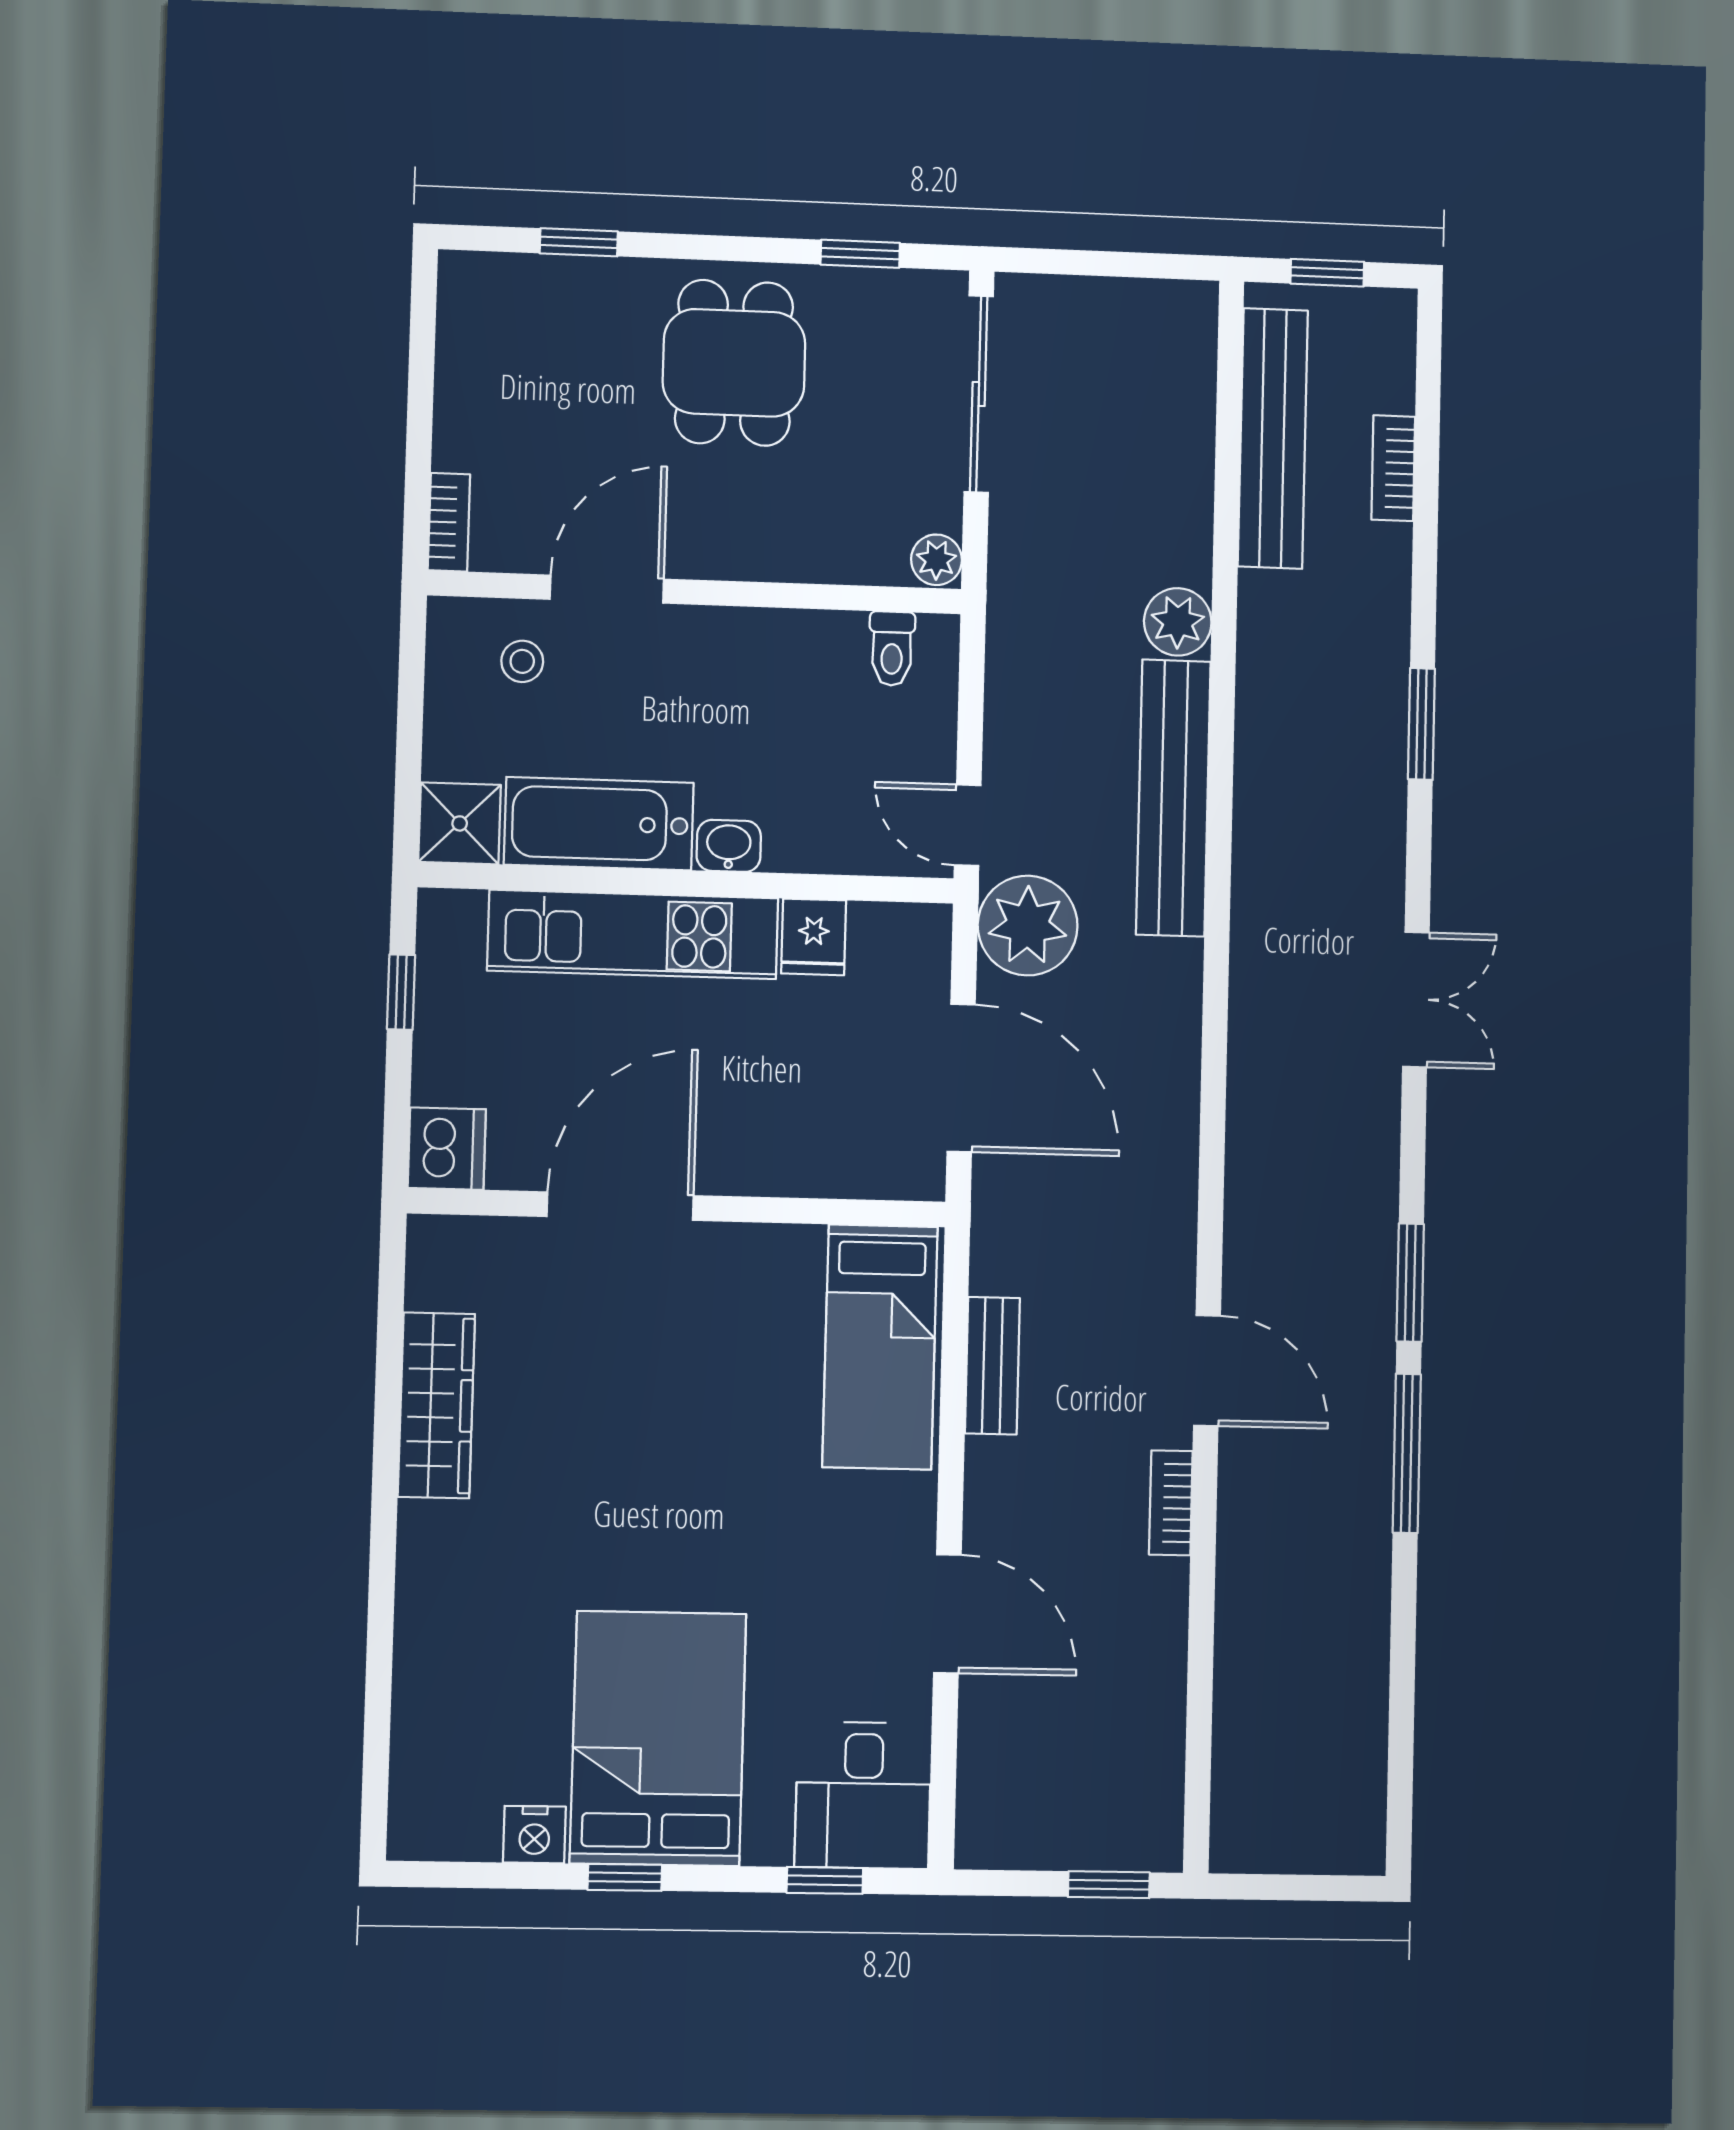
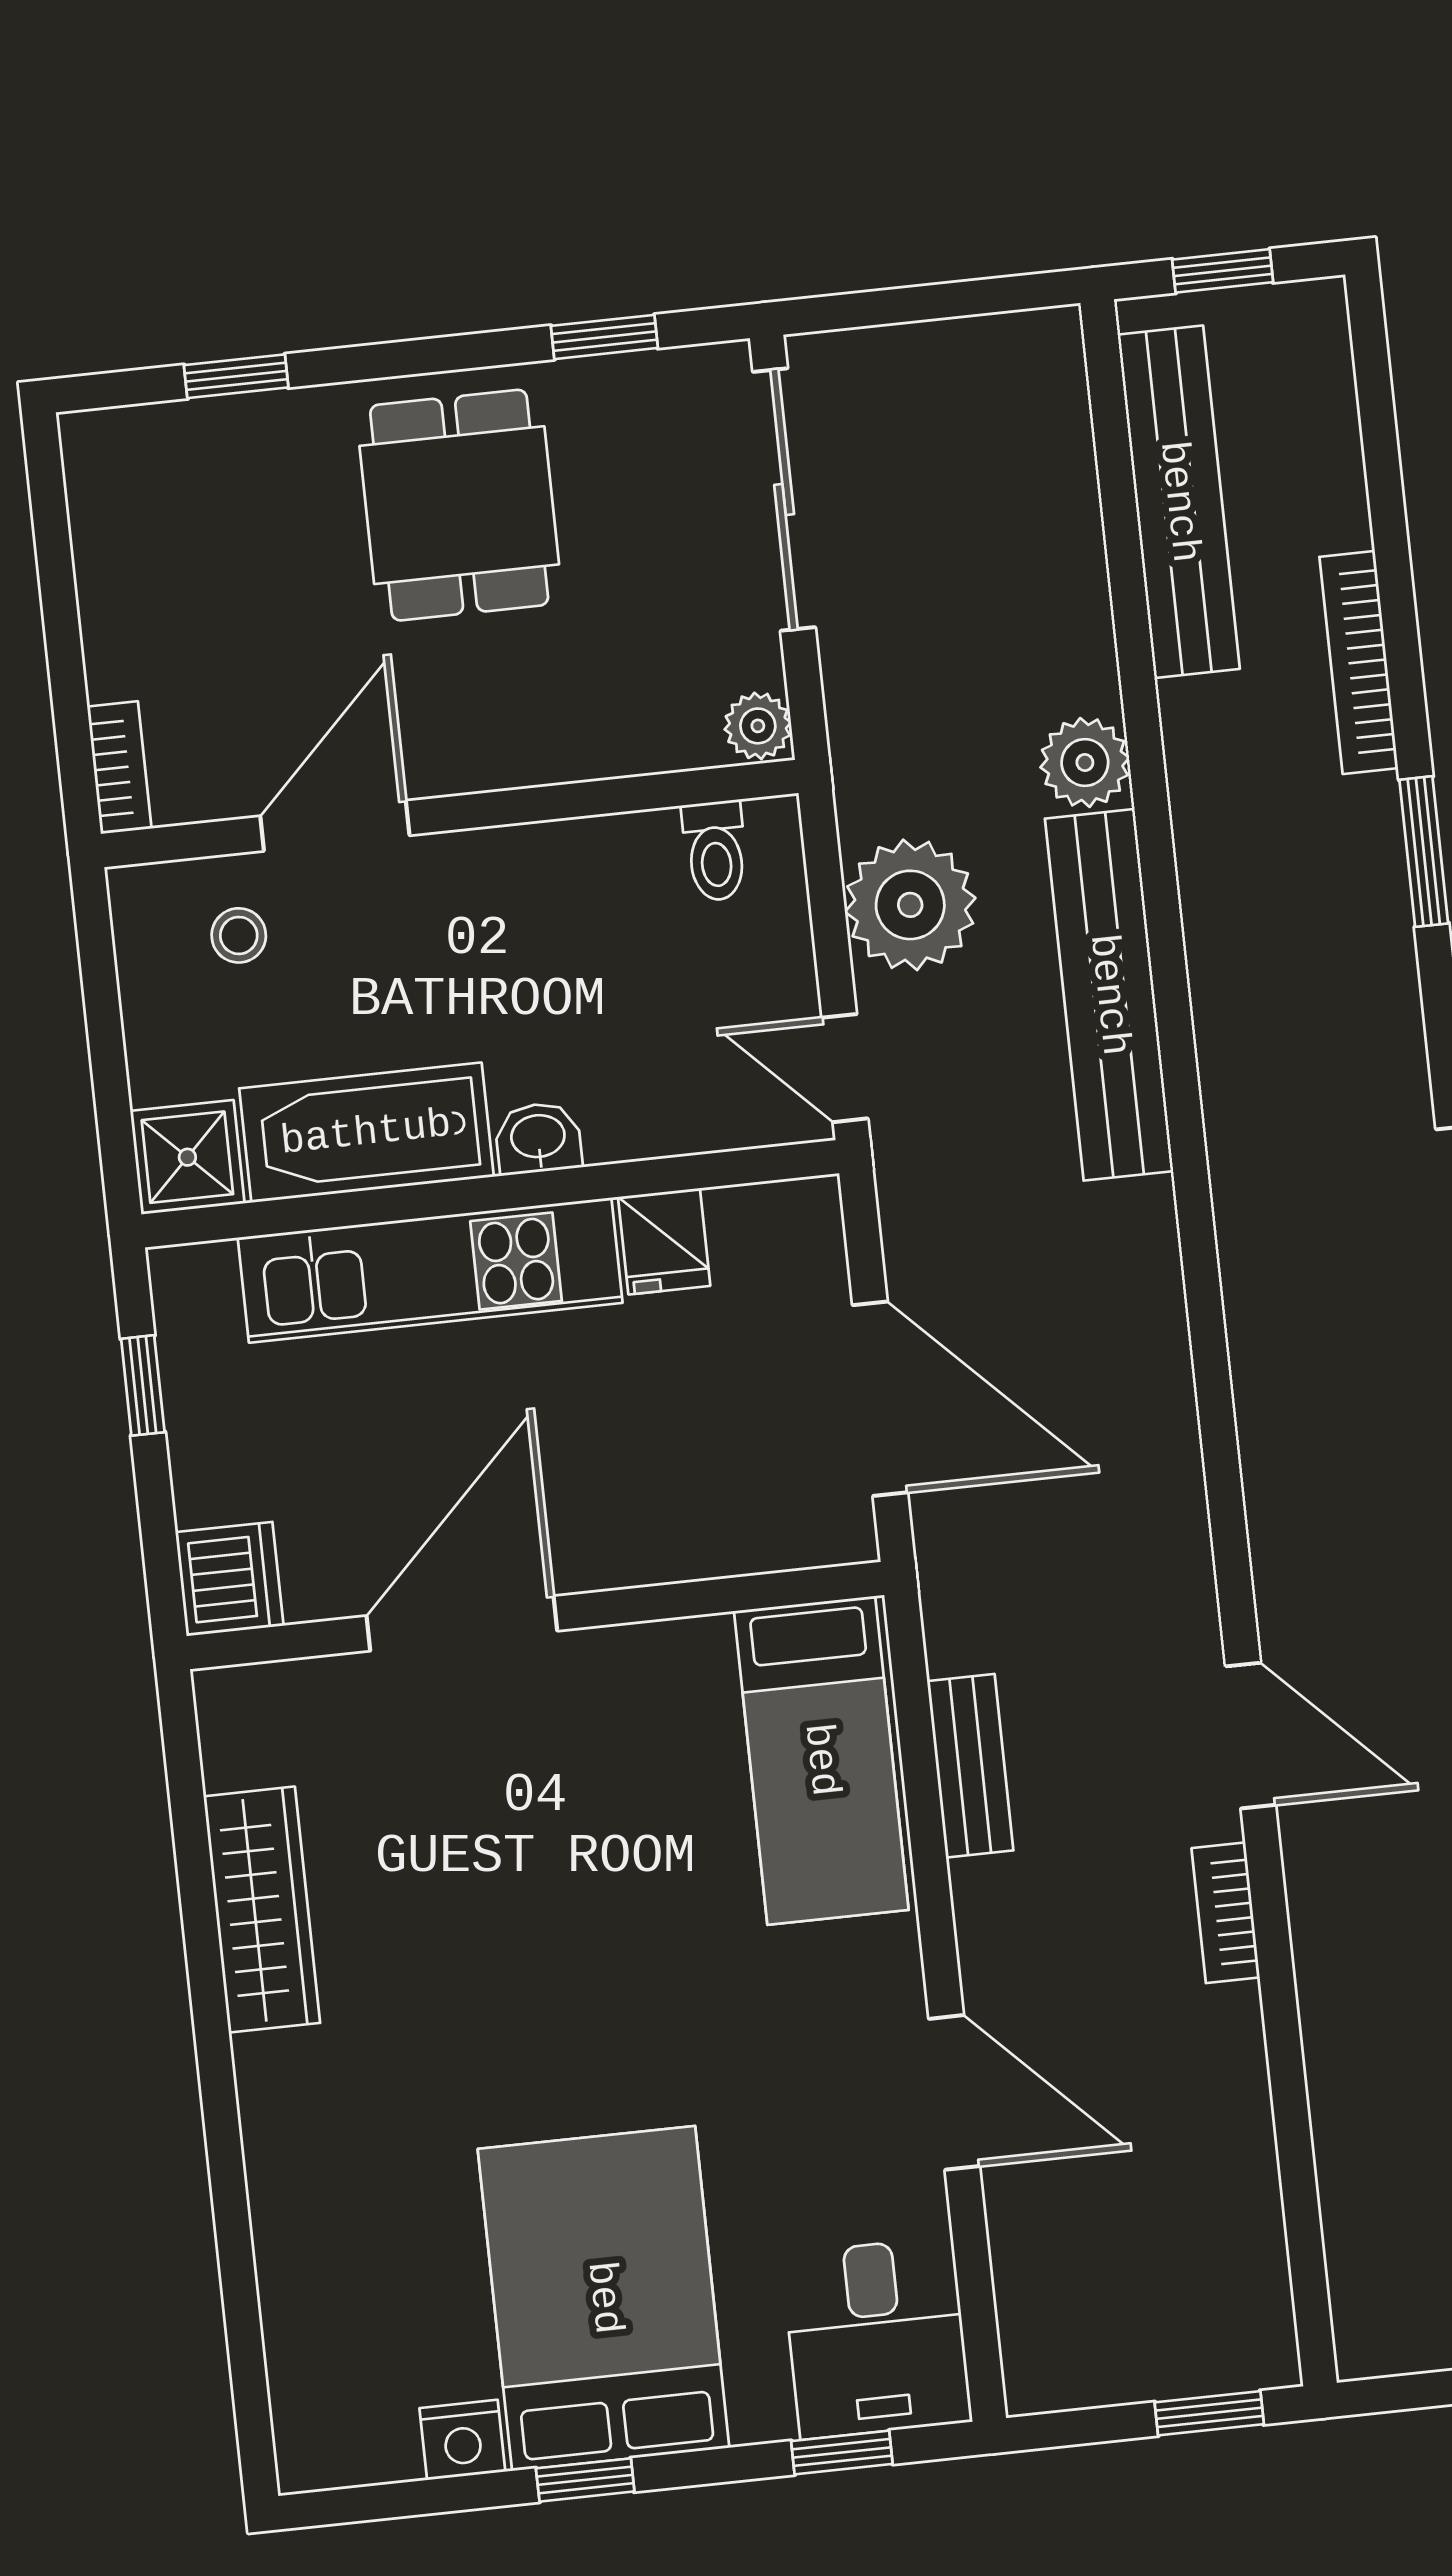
bookcase: (1393, 468) -> (1359, 662), moved, width x1.56
plant: (1028, 926) -> (910, 905), moved

